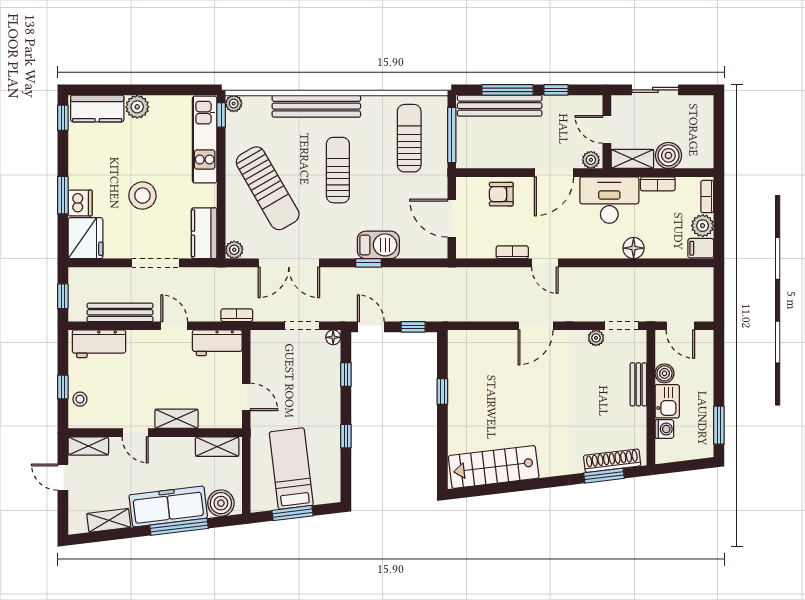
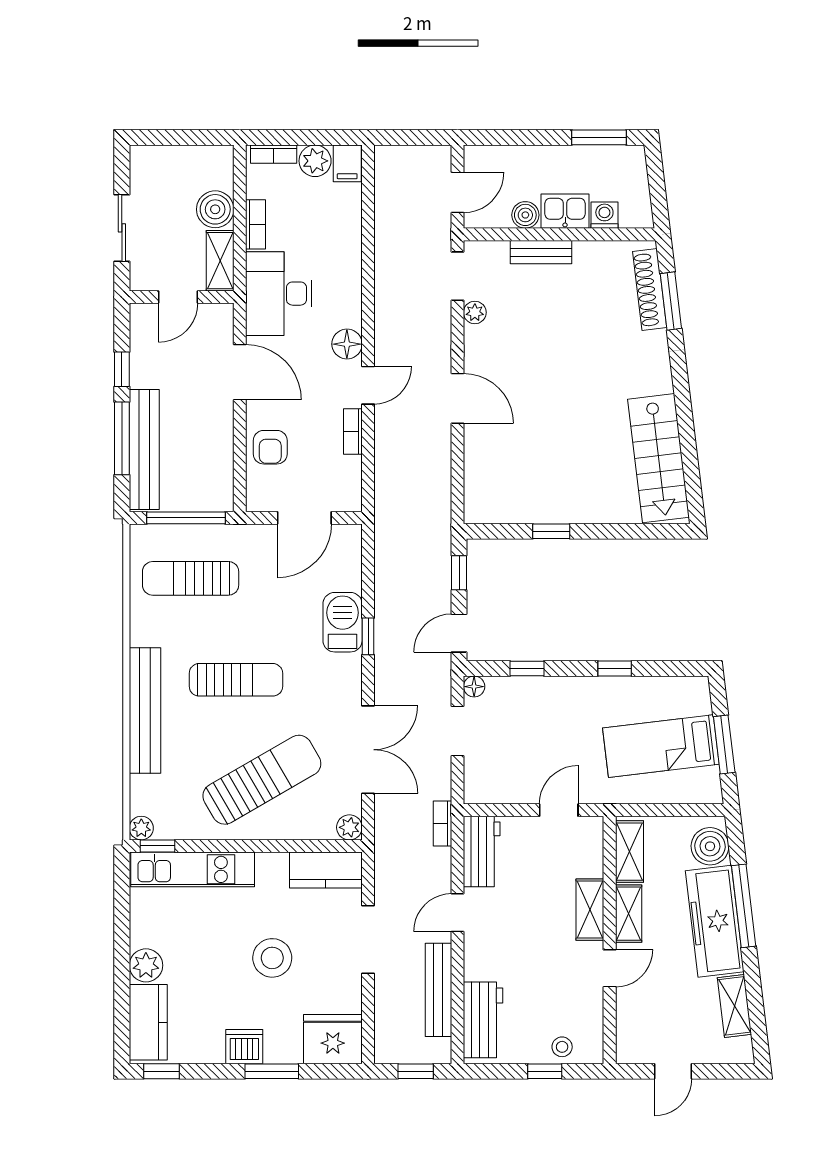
plant: (591, 160) -> (221, 320), removed
sun lounger: (338, 170) -> (236, 680), turned 180
dishwasher: (80, 203) -> (244, 1047), moved
floor lamp: (634, 248) -> (347, 344), moved
shelving: (88, 446) -> (629, 914), moved

